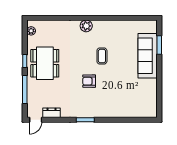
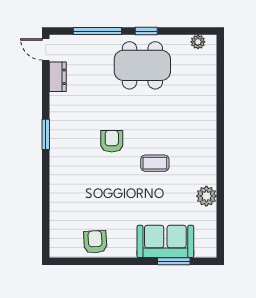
plant: (86, 26) -> (206, 196), moved
sofa: (148, 56) -> (165, 241), width x0.73
armchair: (148, 91) -> (95, 242), added

